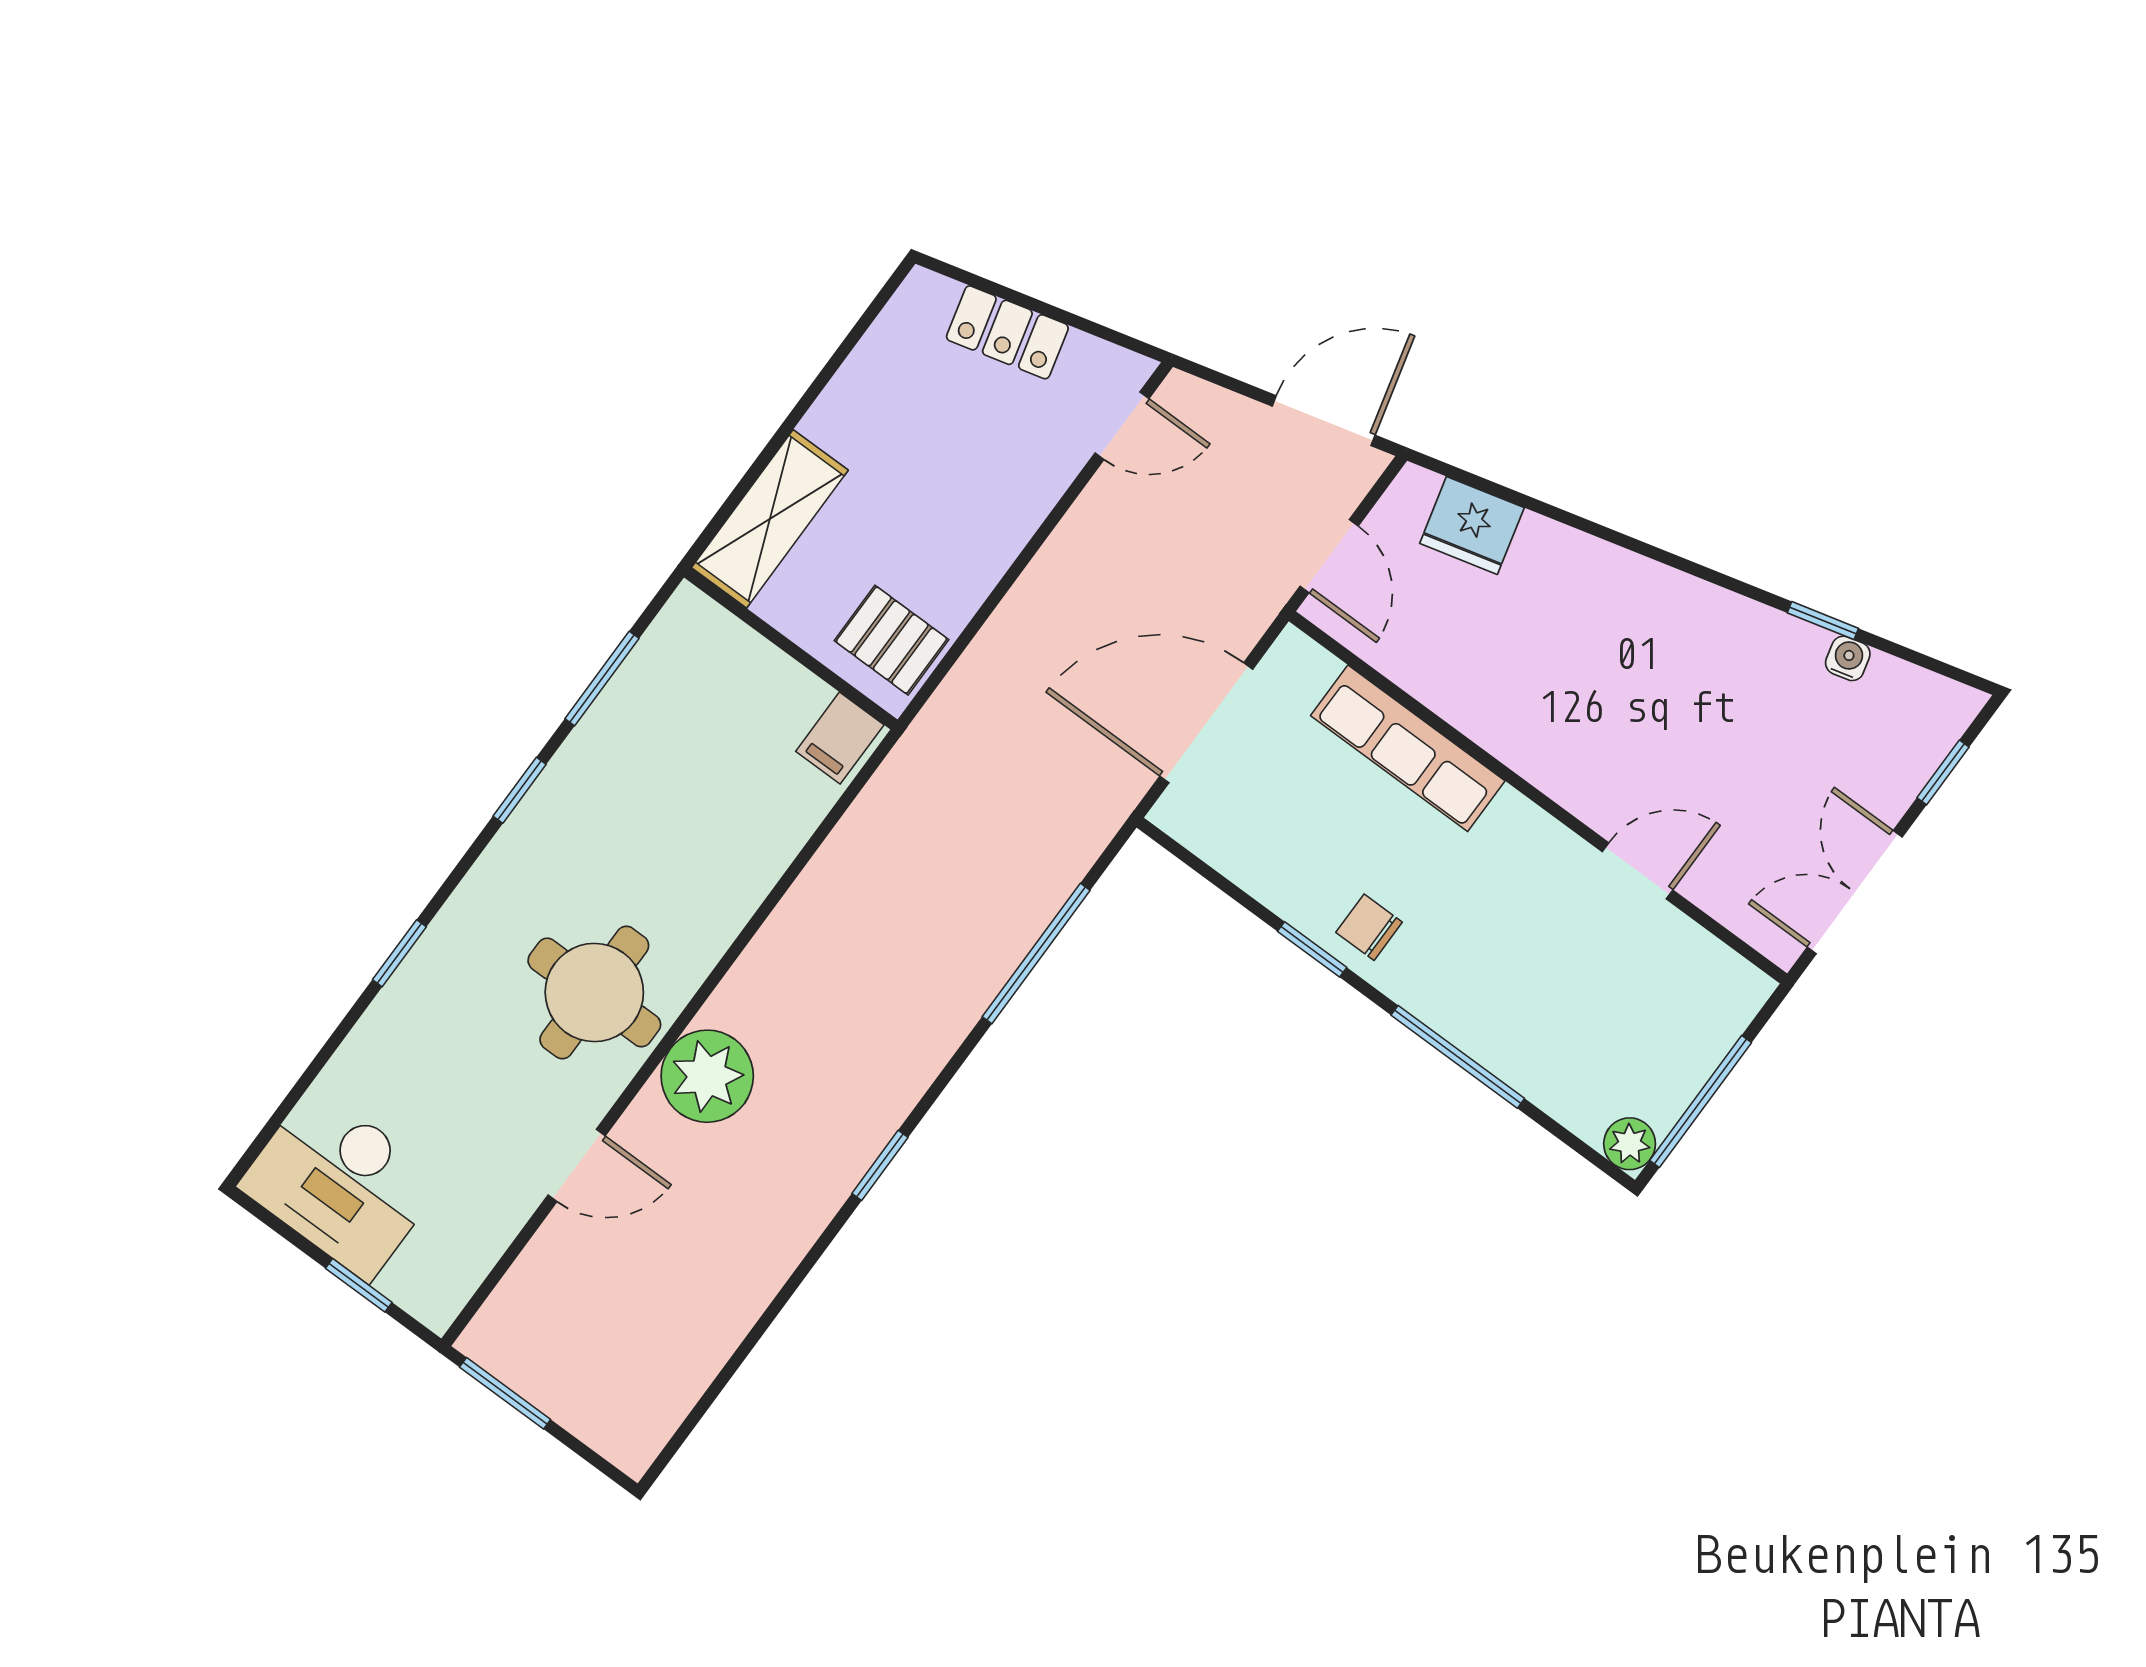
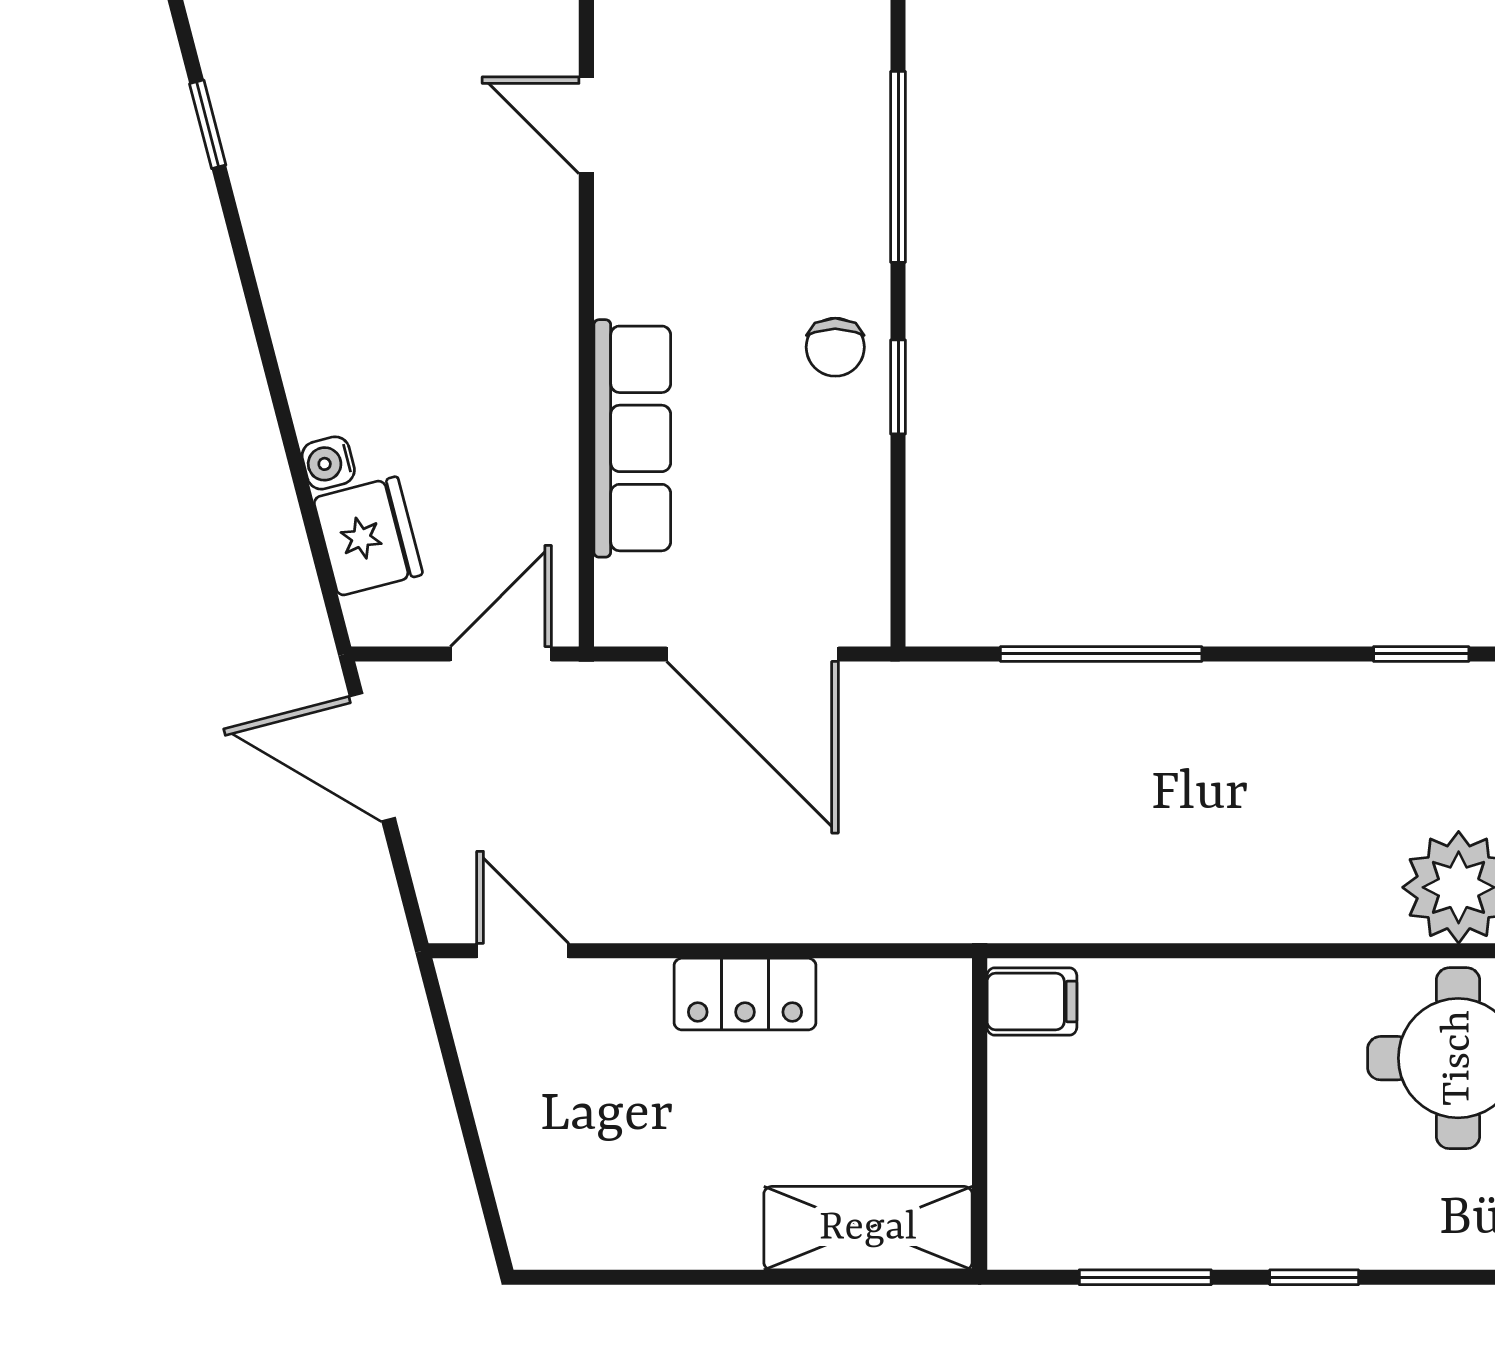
locker: (1007, 332) -> (745, 994), moved, turned 105
pallet: (891, 640) -> (899, 1022), removed
water cooler: (1848, 658) -> (328, 463), moved

